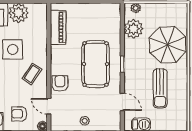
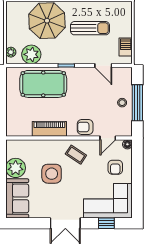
piano: (58, 27) -> (49, 129), moved
pool table: (96, 64) -> (43, 84), moved
door: (122, 102) -> (103, 65), swing flipped

